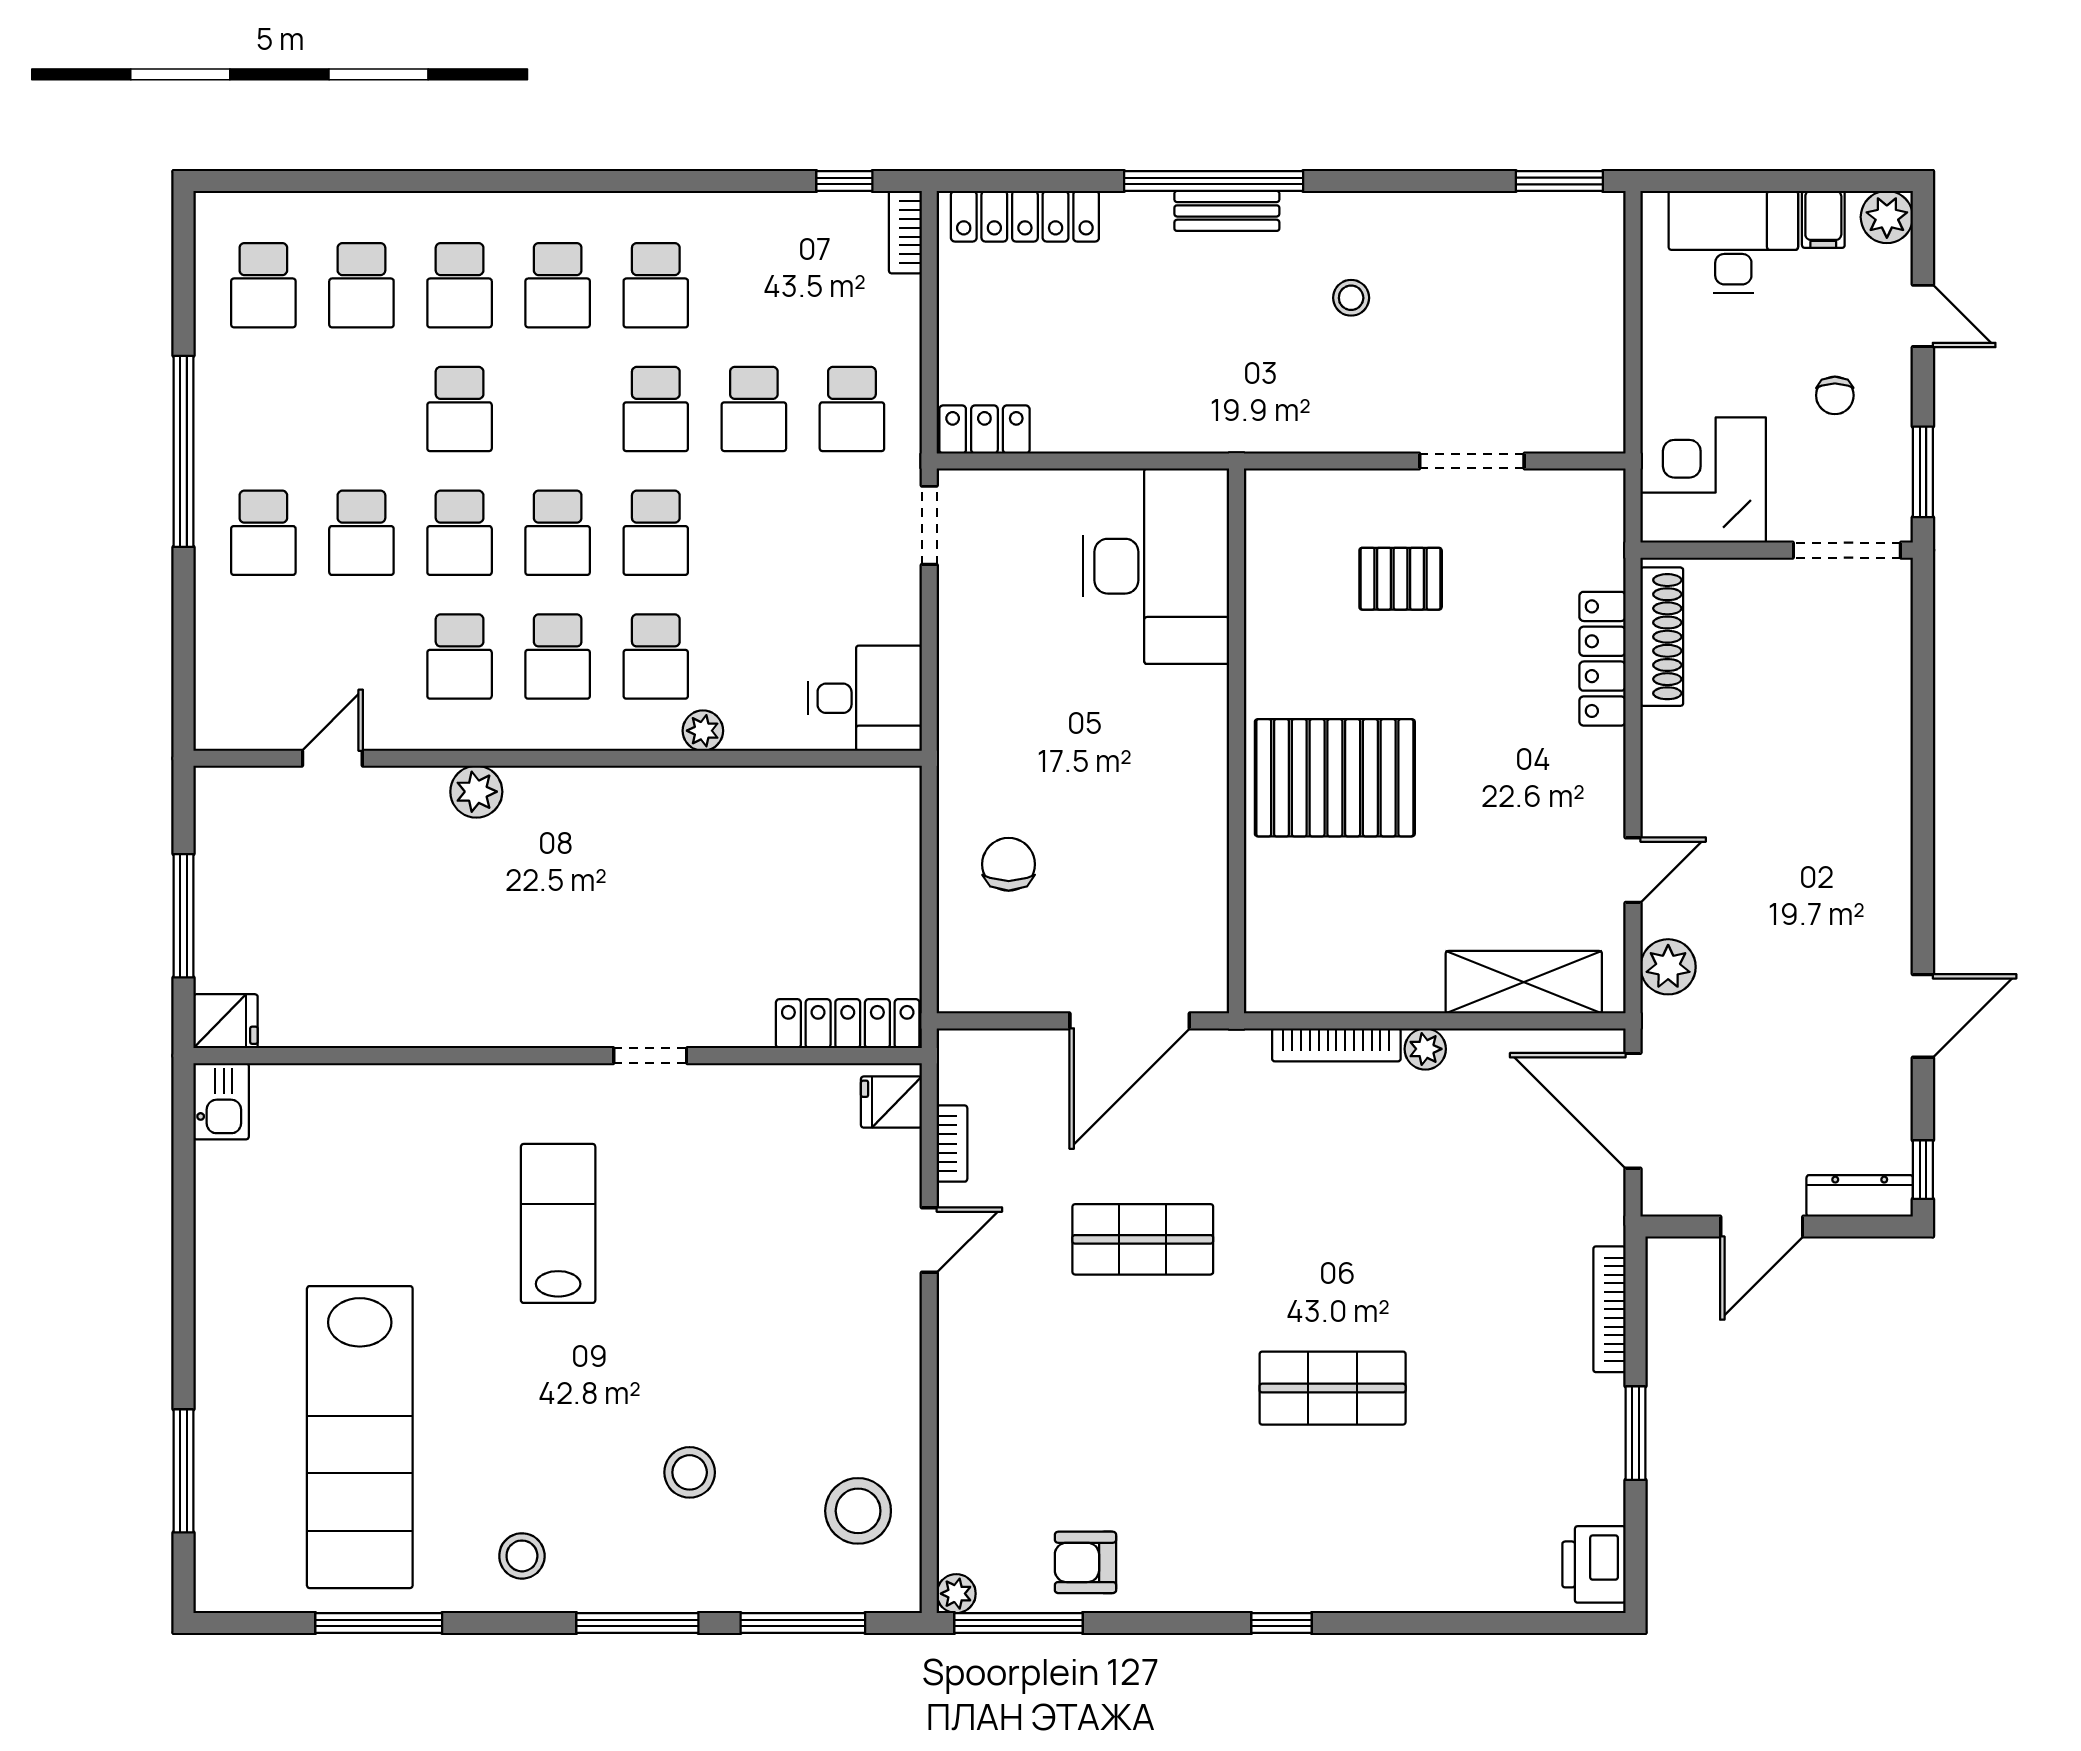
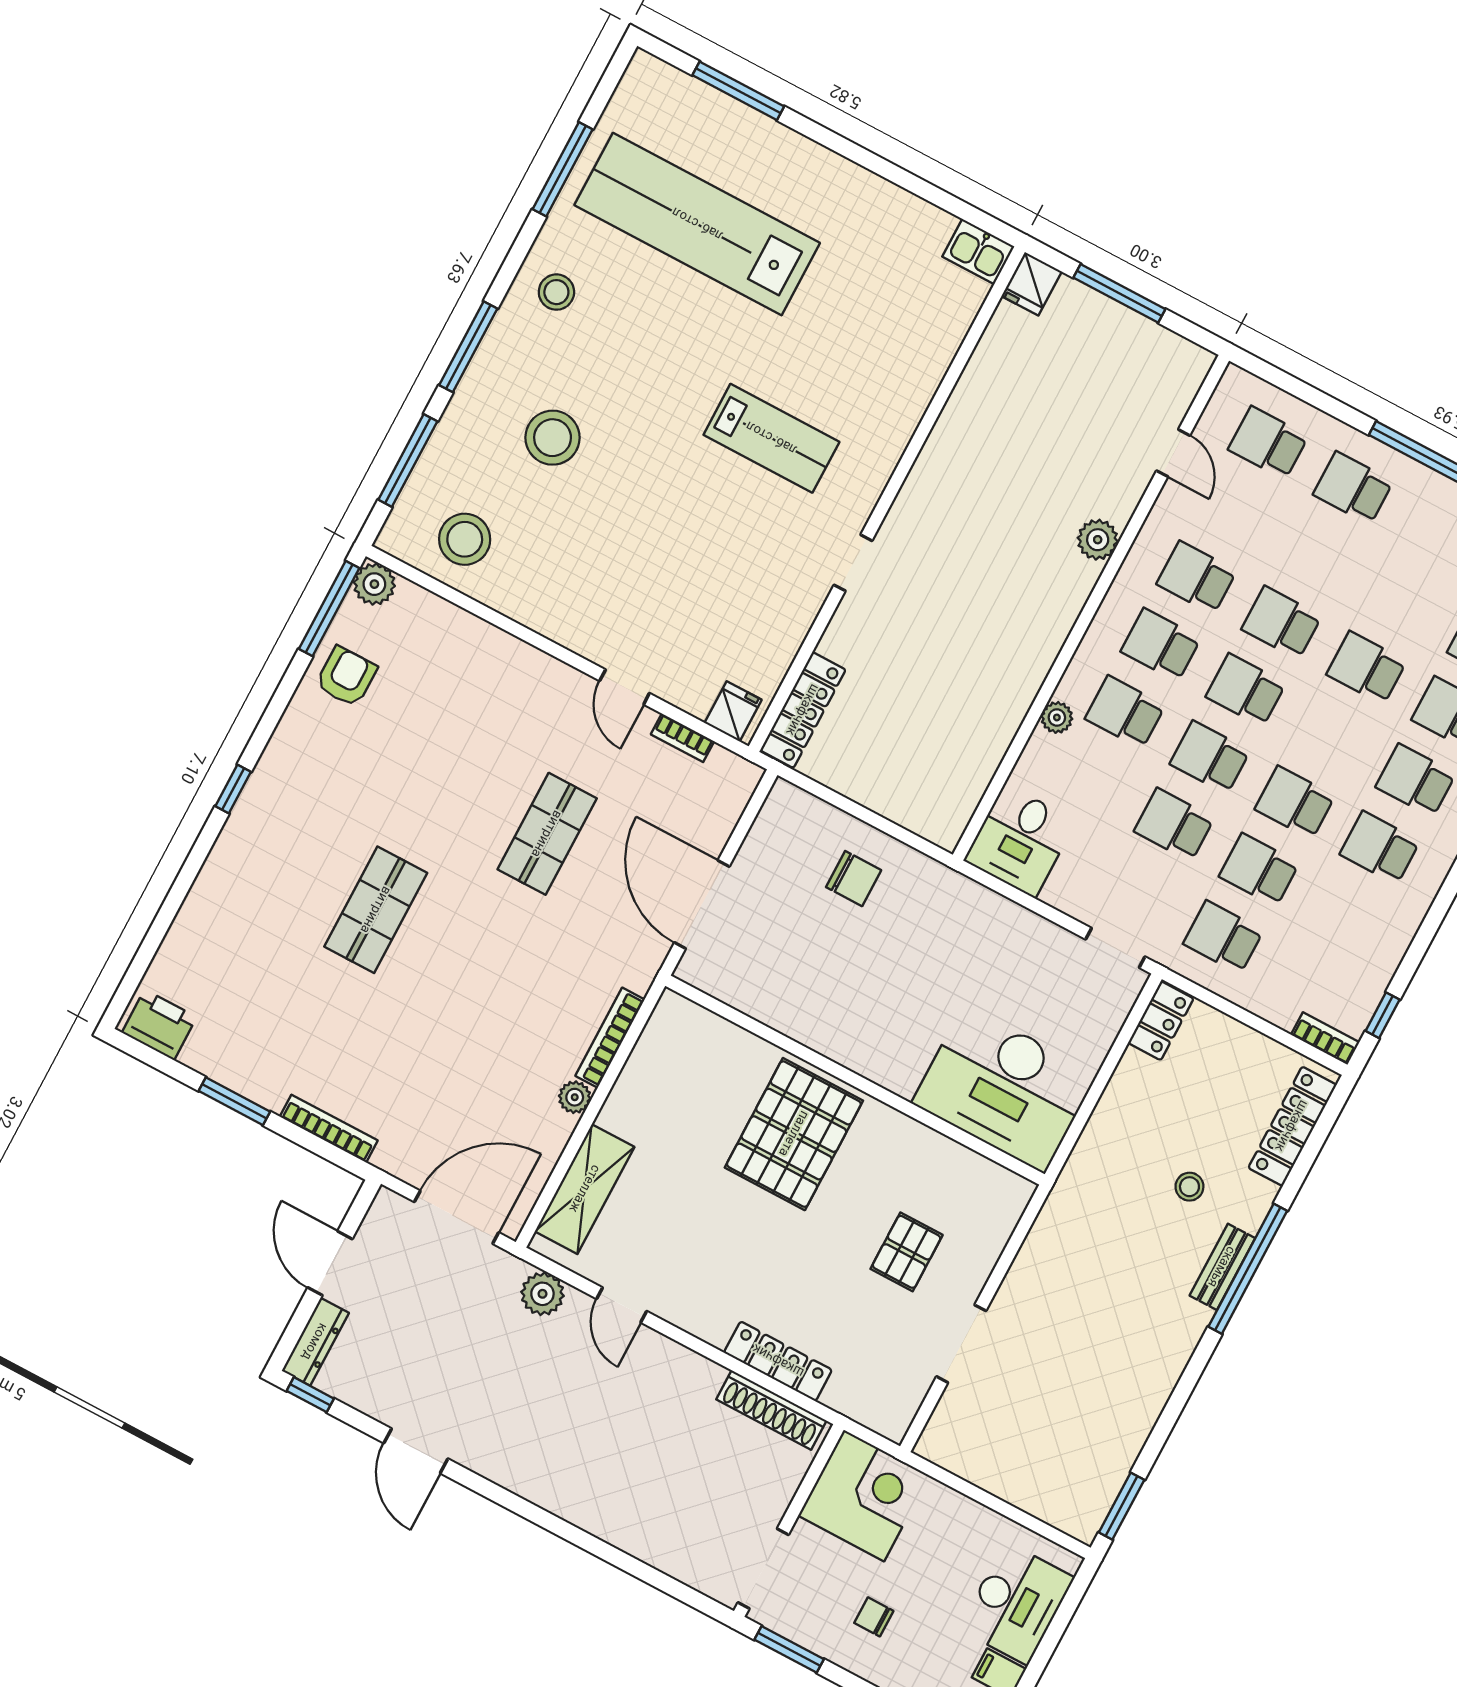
stool: (1351, 298) -> (1189, 1187), moved
school desk: (361, 533) -> (1268, 443), moved
school desk: (754, 533) -> (1174, 825), added
stool: (690, 1472) -> (553, 438), width x1.38, depth x1.38
plant: (956, 1594) -> (374, 584), width x1.38, depth x1.38

